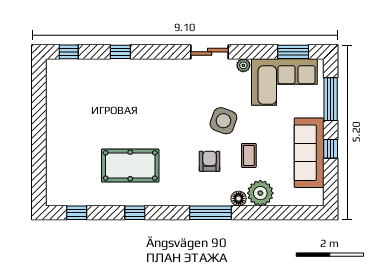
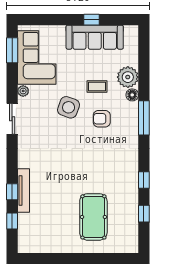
window: (69, 52) -> (12, 221), moved
tv unit: (122, 66) -> (23, 190), added
window: (331, 99) -> (51, 20), removed
pool table: (130, 165) -> (93, 217), moved
window: (77, 213) -> (144, 214), moved

